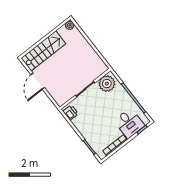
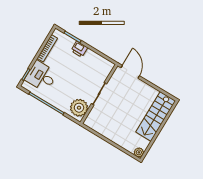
door: (38, 81) -> (130, 72), moved
printer: (71, 113) -> (79, 49), moved

